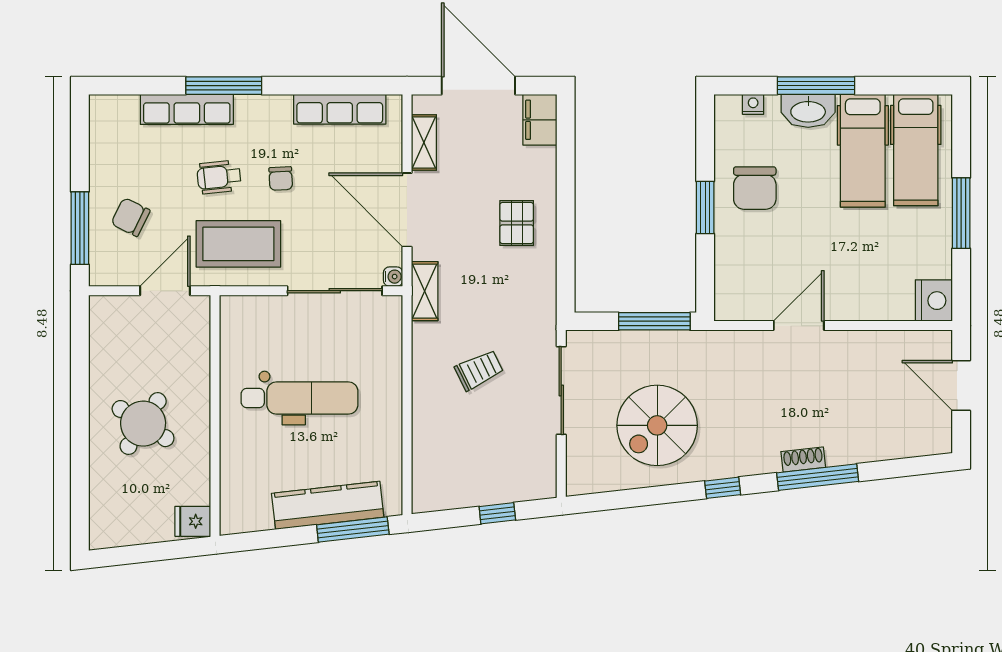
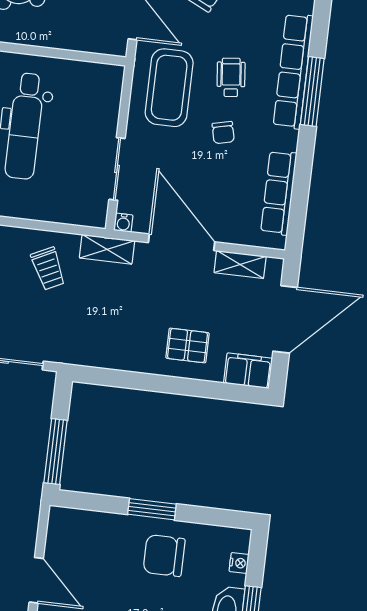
row of seats: (187, 109) -> (293, 71), width x1.36
chair: (281, 178) -> (223, 133), turned -100
door: (407, 210) -> (182, 242), hinge flipped
pallet: (517, 223) -> (188, 345), moved
sliding door: (335, 291) -> (117, 169), width x0.73
trolley: (479, 370) -> (48, 269), moved

